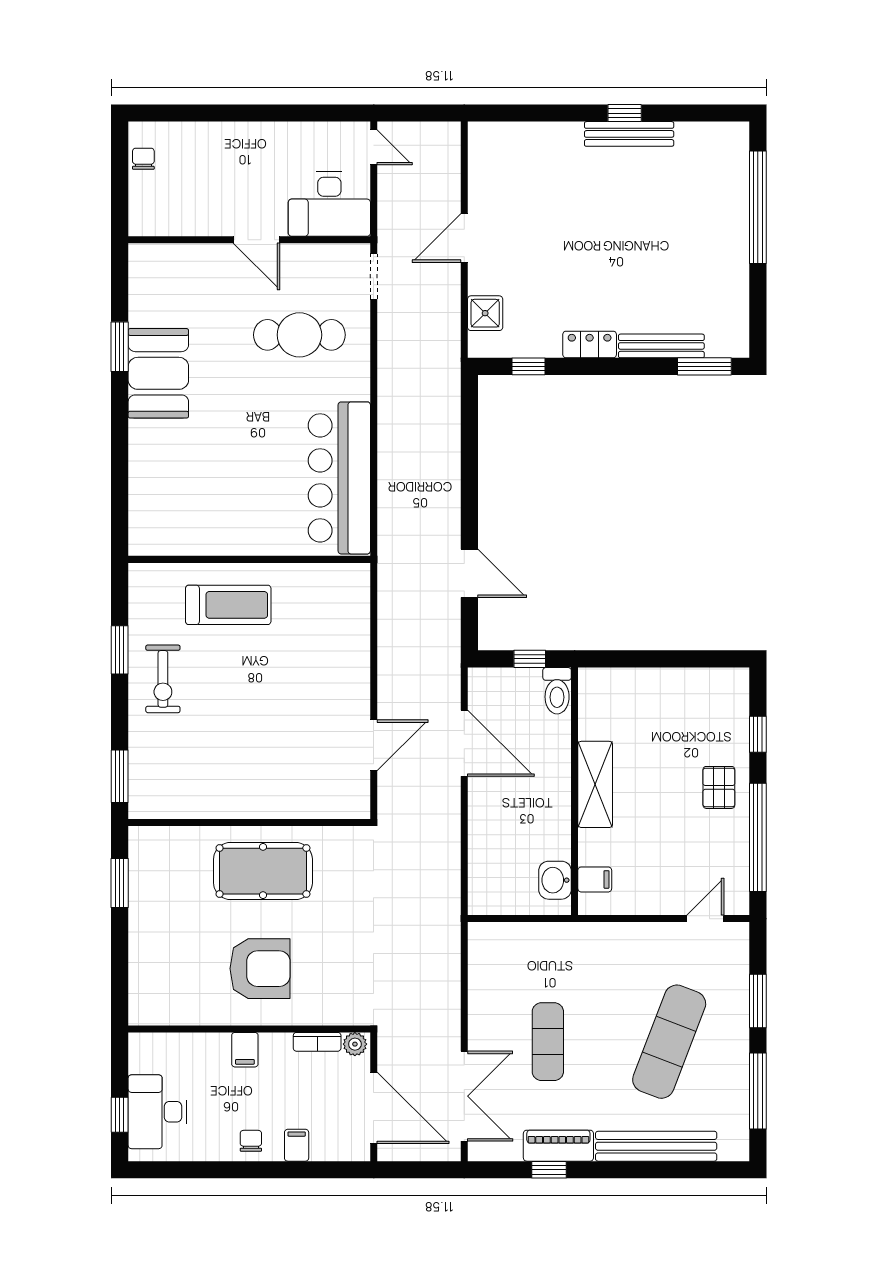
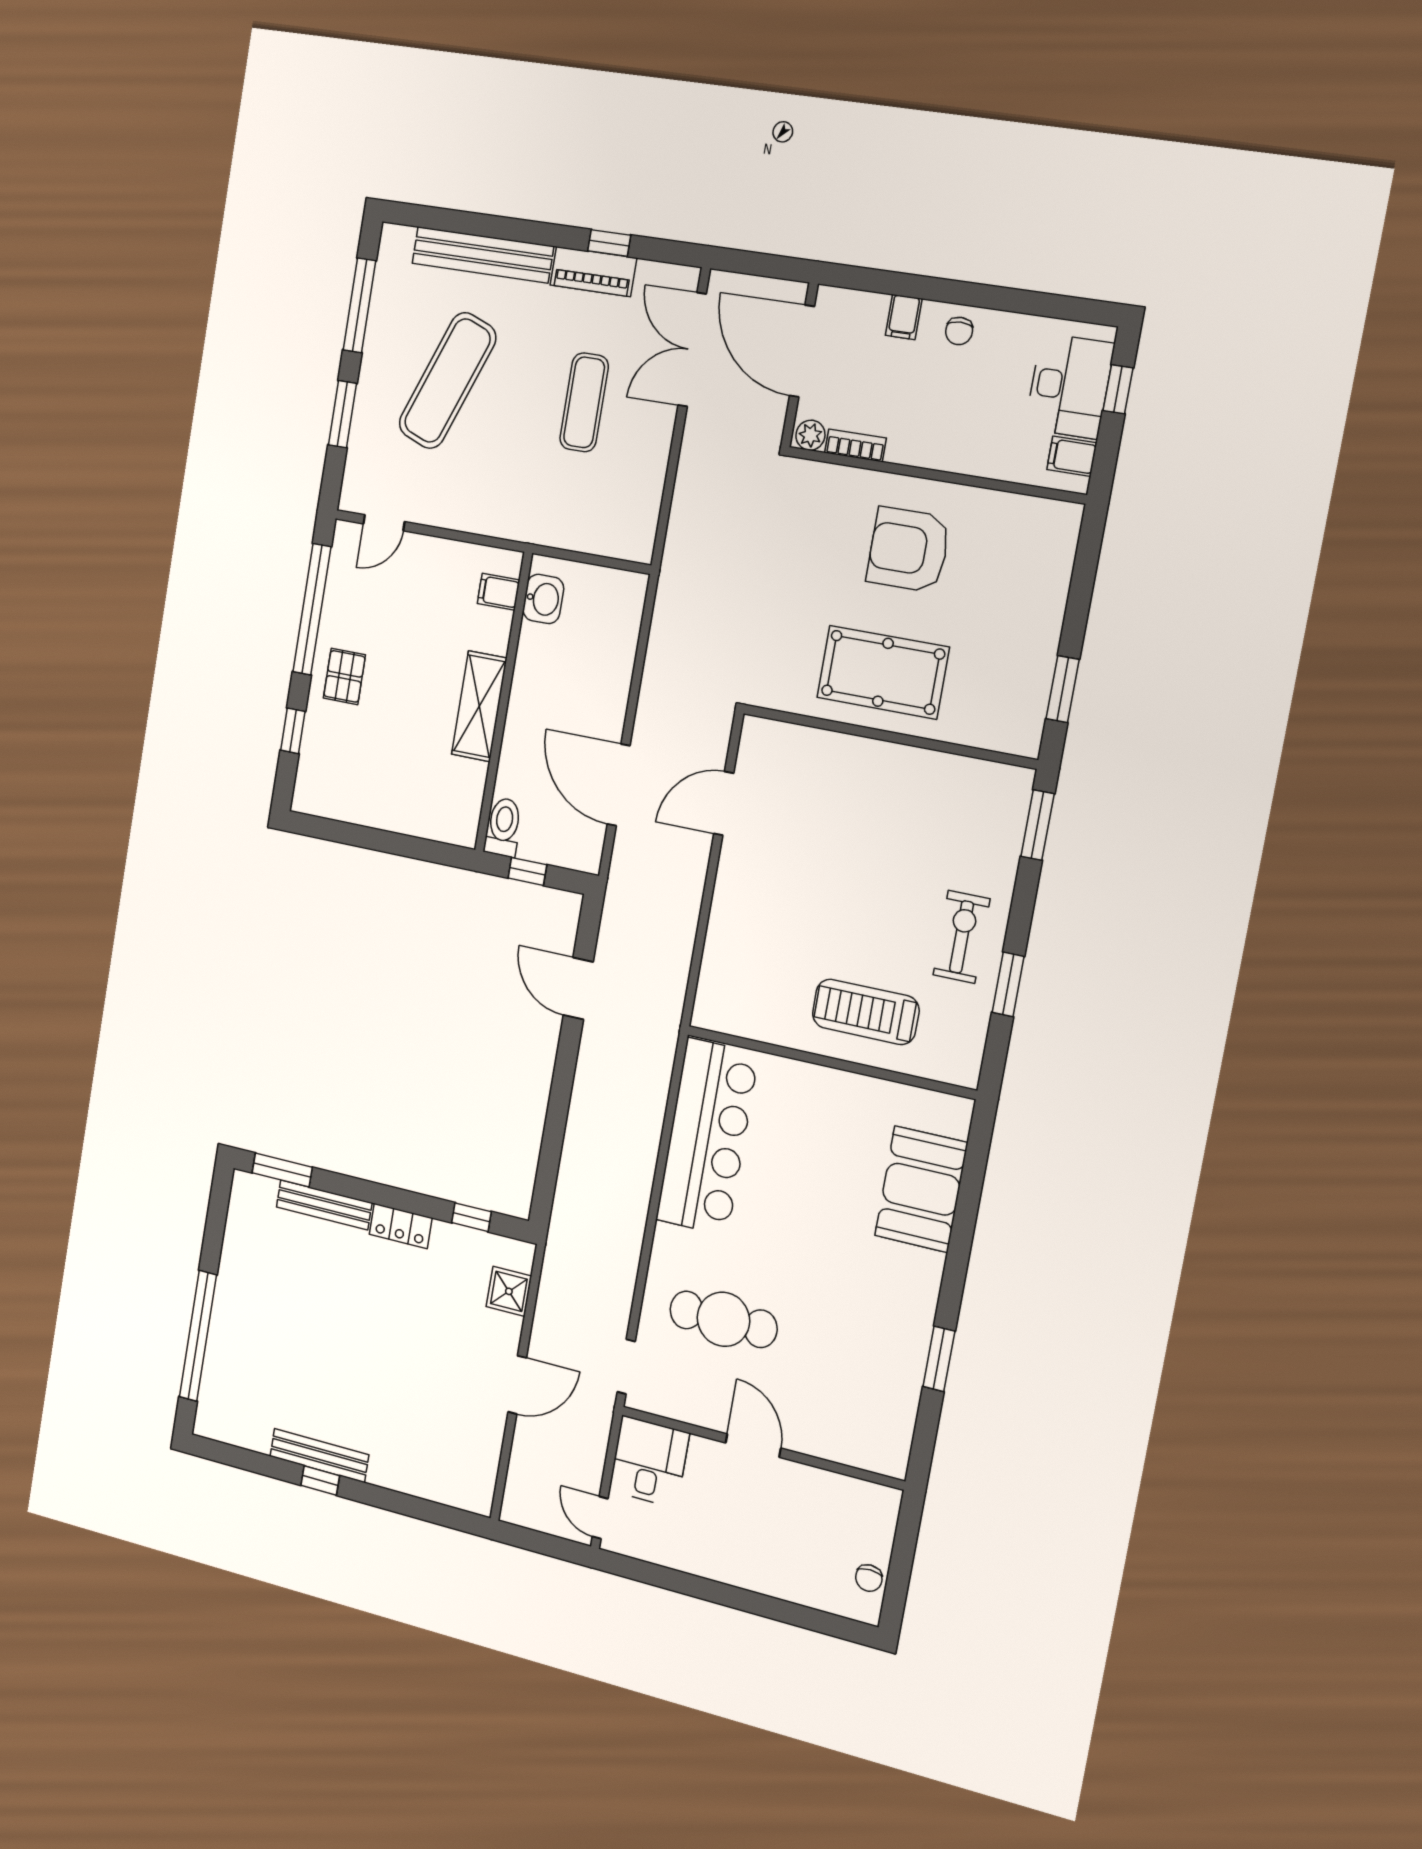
desk: (329, 204) -> (649, 1462), width x0.73
booth: (158, 373) -> (921, 1189), moved
filing cabinet: (245, 1050) -> (1072, 456), moved, turned -90

